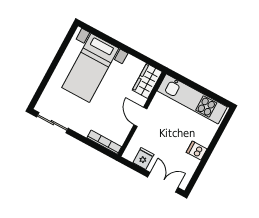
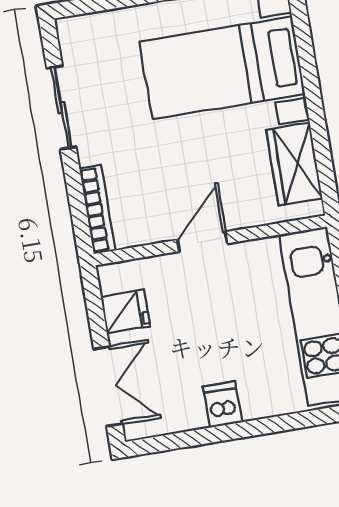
wardrobe: (147, 81) -> (294, 164), moved, turned -90
sliding door: (52, 123) -> (61, 108), moved

